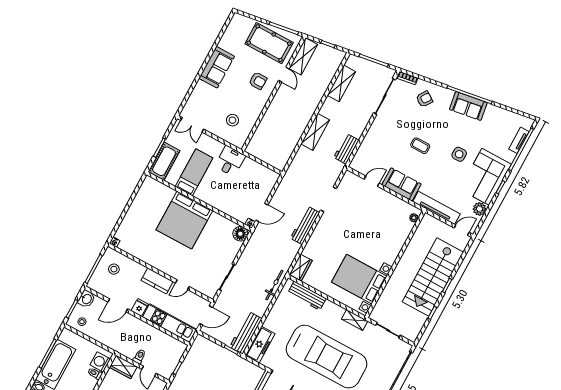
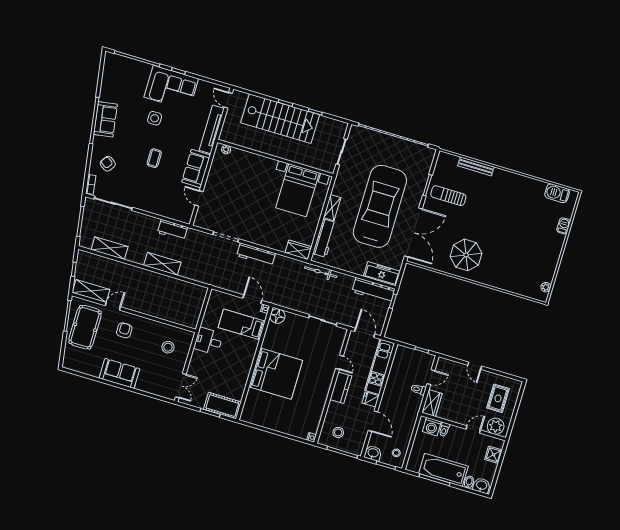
tv unit: (519, 140) -> (129, 63), removed
bed: (194, 172) -> (242, 324), moved
plant: (480, 209) -> (204, 87), removed
shelving: (355, 320) -> (332, 208), moved

